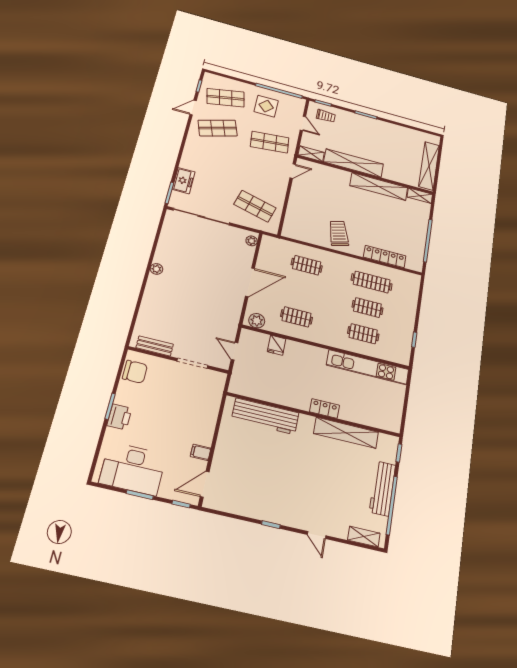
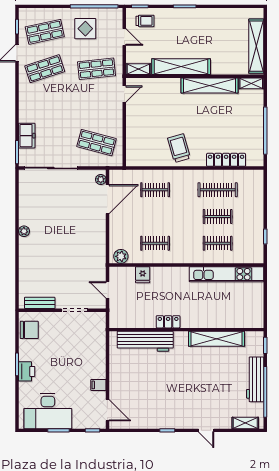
door: (250, 282) -> (107, 199), moved
locker: (325, 409) -> (168, 322), moved
door: (205, 484) -> (107, 410), swing flipped

